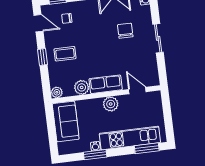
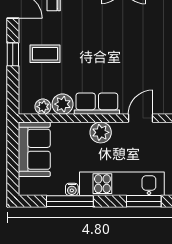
chair: (125, 31) -> (134, 32), removed
door: (137, 91) -> (140, 118), hinge flipped
plant: (57, 92) -> (43, 107), moved
window: (95, 155) -> (70, 201), width x1.44

